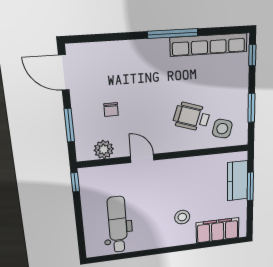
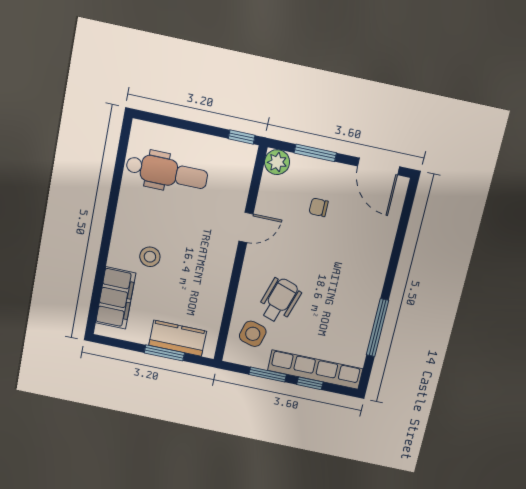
window: (173, 33) -> (377, 328), moved
row of seats: (209, 45) -> (315, 369), moved, turned 90
window: (252, 55) -> (310, 383), moved
door: (64, 73) -> (378, 166), swing flipped
plant: (104, 150) -> (277, 162), moved

